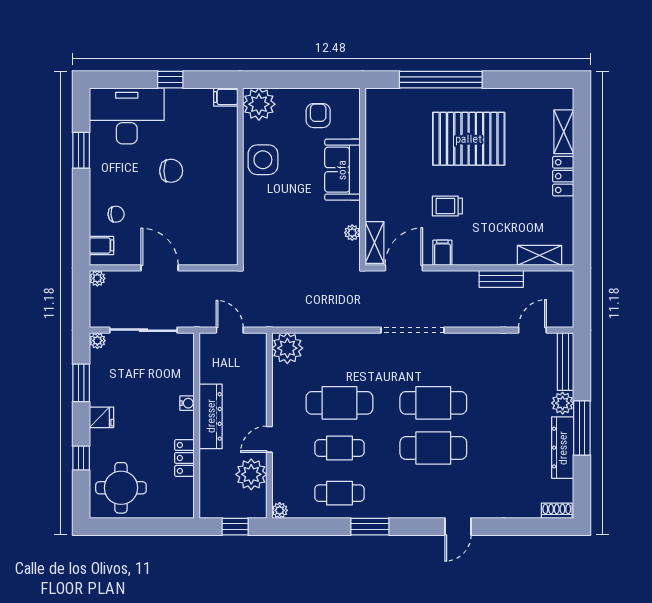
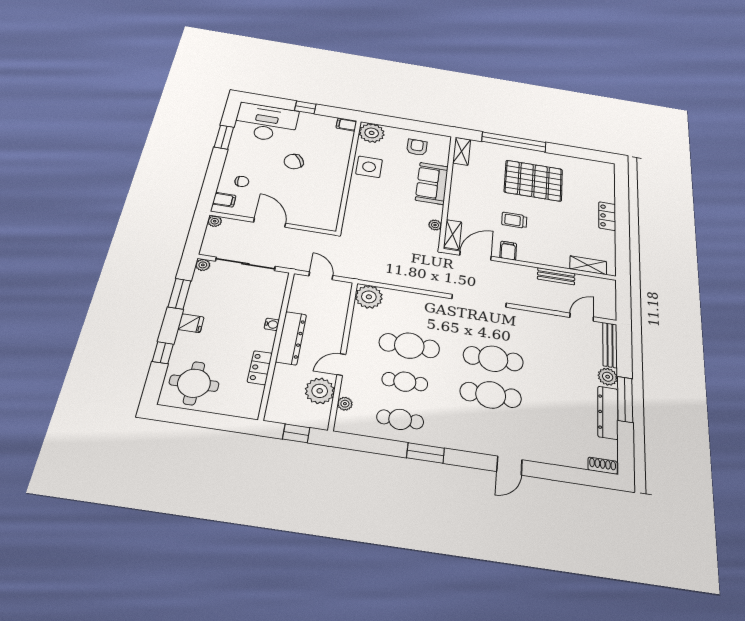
shelving: (564, 132) -> (462, 151), moved
chair: (171, 171) -> (294, 162), turned 148
plant: (280, 510) -> (345, 404), moved

